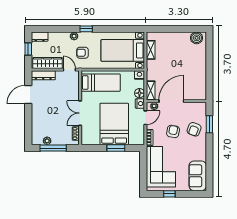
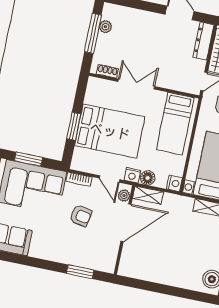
door: (171, 101) -> (126, 223), hinge flipped
armchair: (194, 129) -> (77, 247), removed
window: (143, 173) -> (28, 159), added

